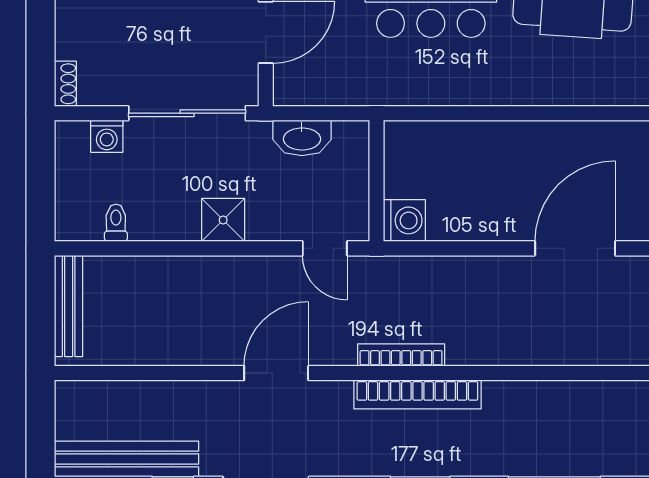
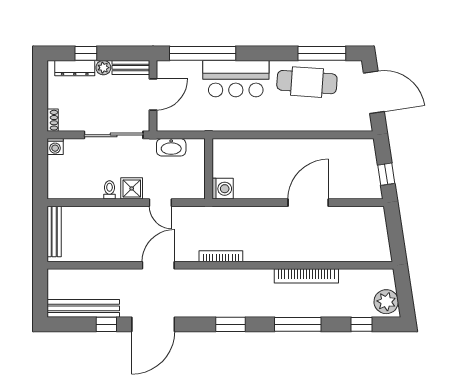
washing machine: (107, 136) -> (55, 146), moved
toilet: (116, 223) -> (110, 190), moved
door: (325, 248) -> (160, 203), moved
bookcase: (417, 394) -> (306, 276), moved

